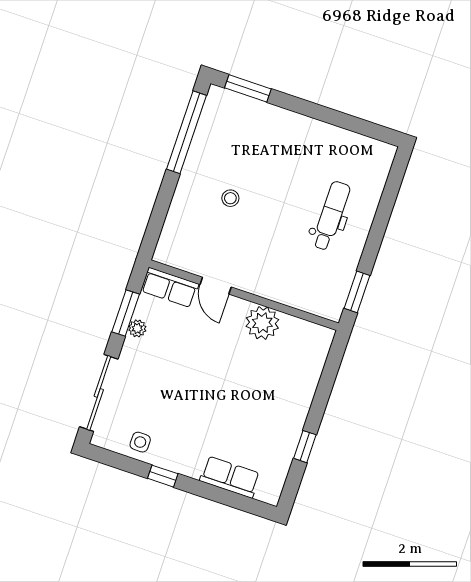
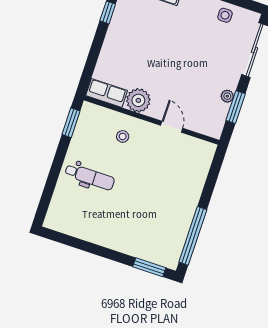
stool: (230, 198) -> (123, 136), moved
dental chair: (331, 216) -> (90, 177), turned -90
row of seats: (170, 287) -> (107, 93), moved

